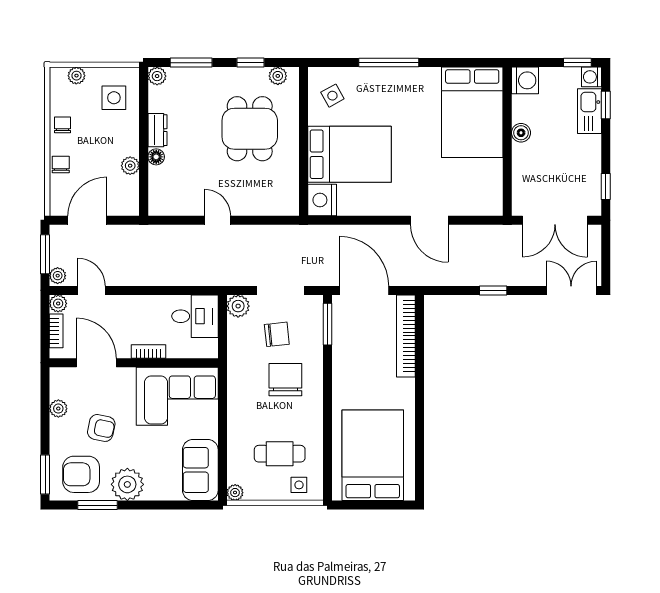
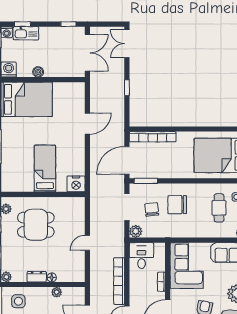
side table: (332, 96) -> (17, 178), removed
bed: (350, 154) -> (45, 168), width x0.67
bookcase: (150, 277) -> (119, 281), added

